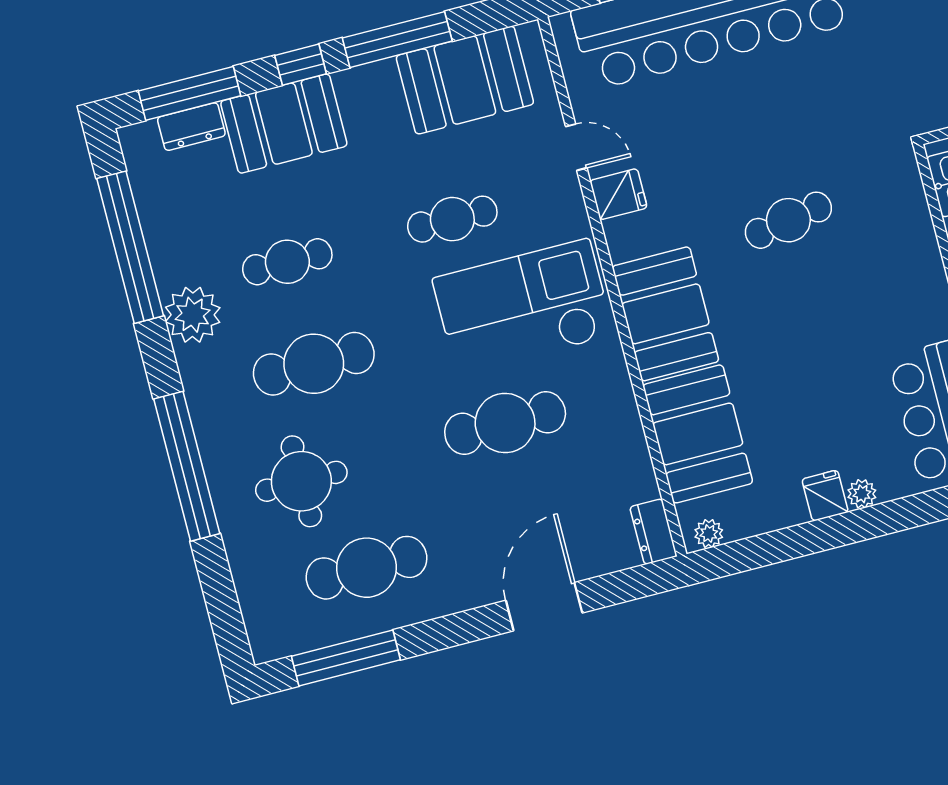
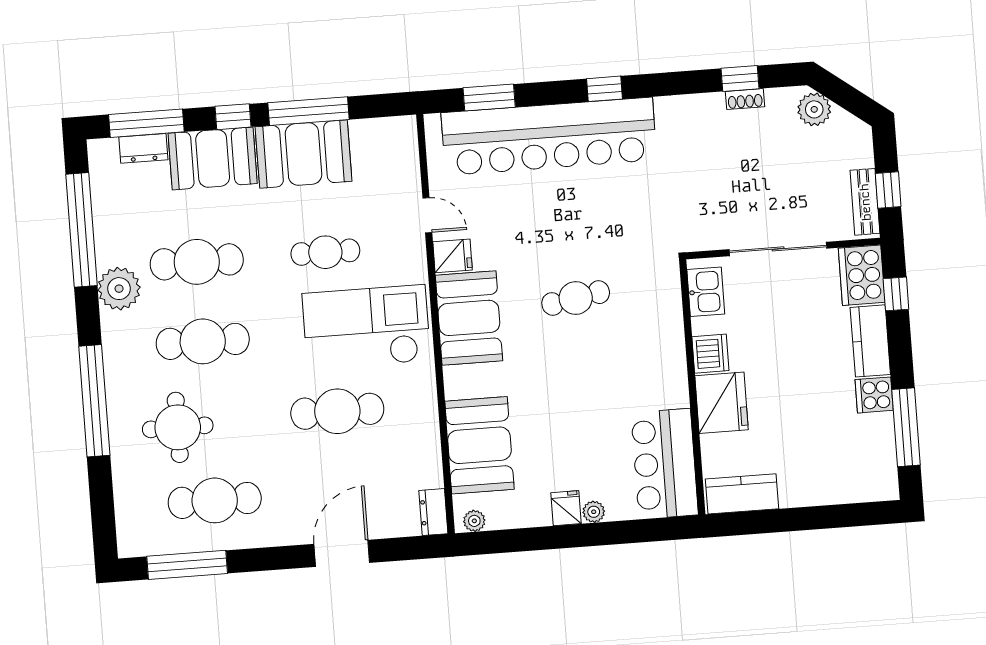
booth: (465, 80) -> (303, 154), moved
cafe table: (287, 262) -> (197, 262), width x1.37, depth x1.35
booth: (665, 314) -> (469, 318), moved

